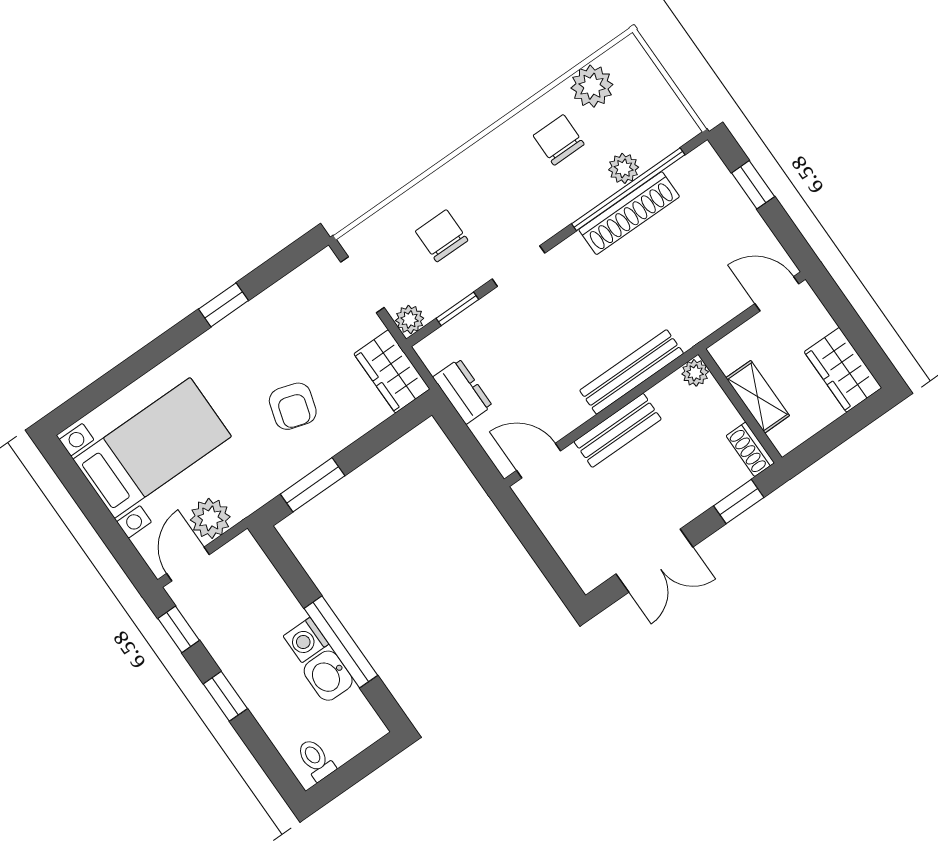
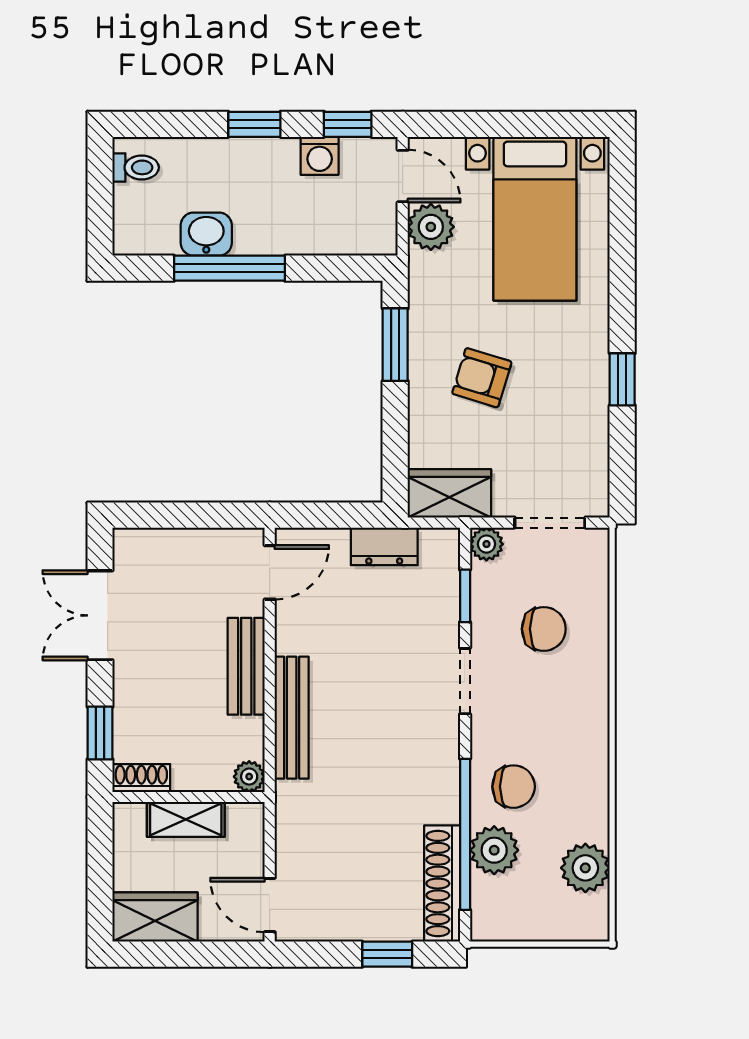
chair: (559, 140) -> (514, 787), moved
plant: (624, 168) -> (494, 850), width x1.38, depth x1.38
shoe rack: (629, 213) -> (442, 884), moved
door: (777, 294) -> (270, 905), swing flipped
washing machine: (306, 640) -> (320, 156), moved, turned 180

